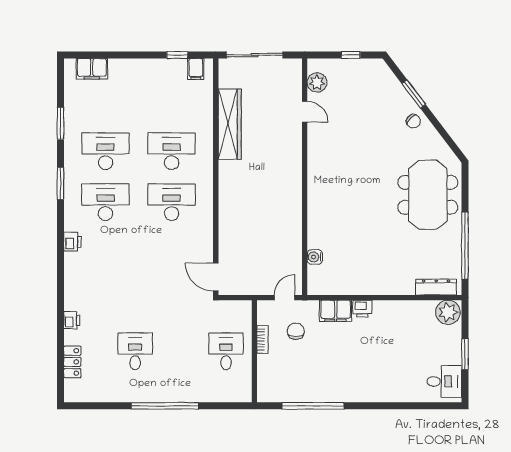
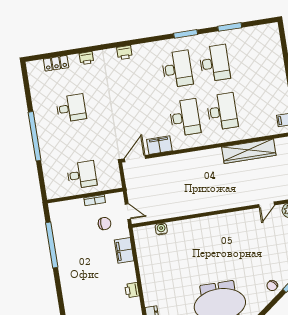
filing cabinet: (92, 69) -> (159, 145), moved, turned 90
printer: (72, 242) -> (124, 53), moved
printer: (362, 309) -> (132, 290), moved

